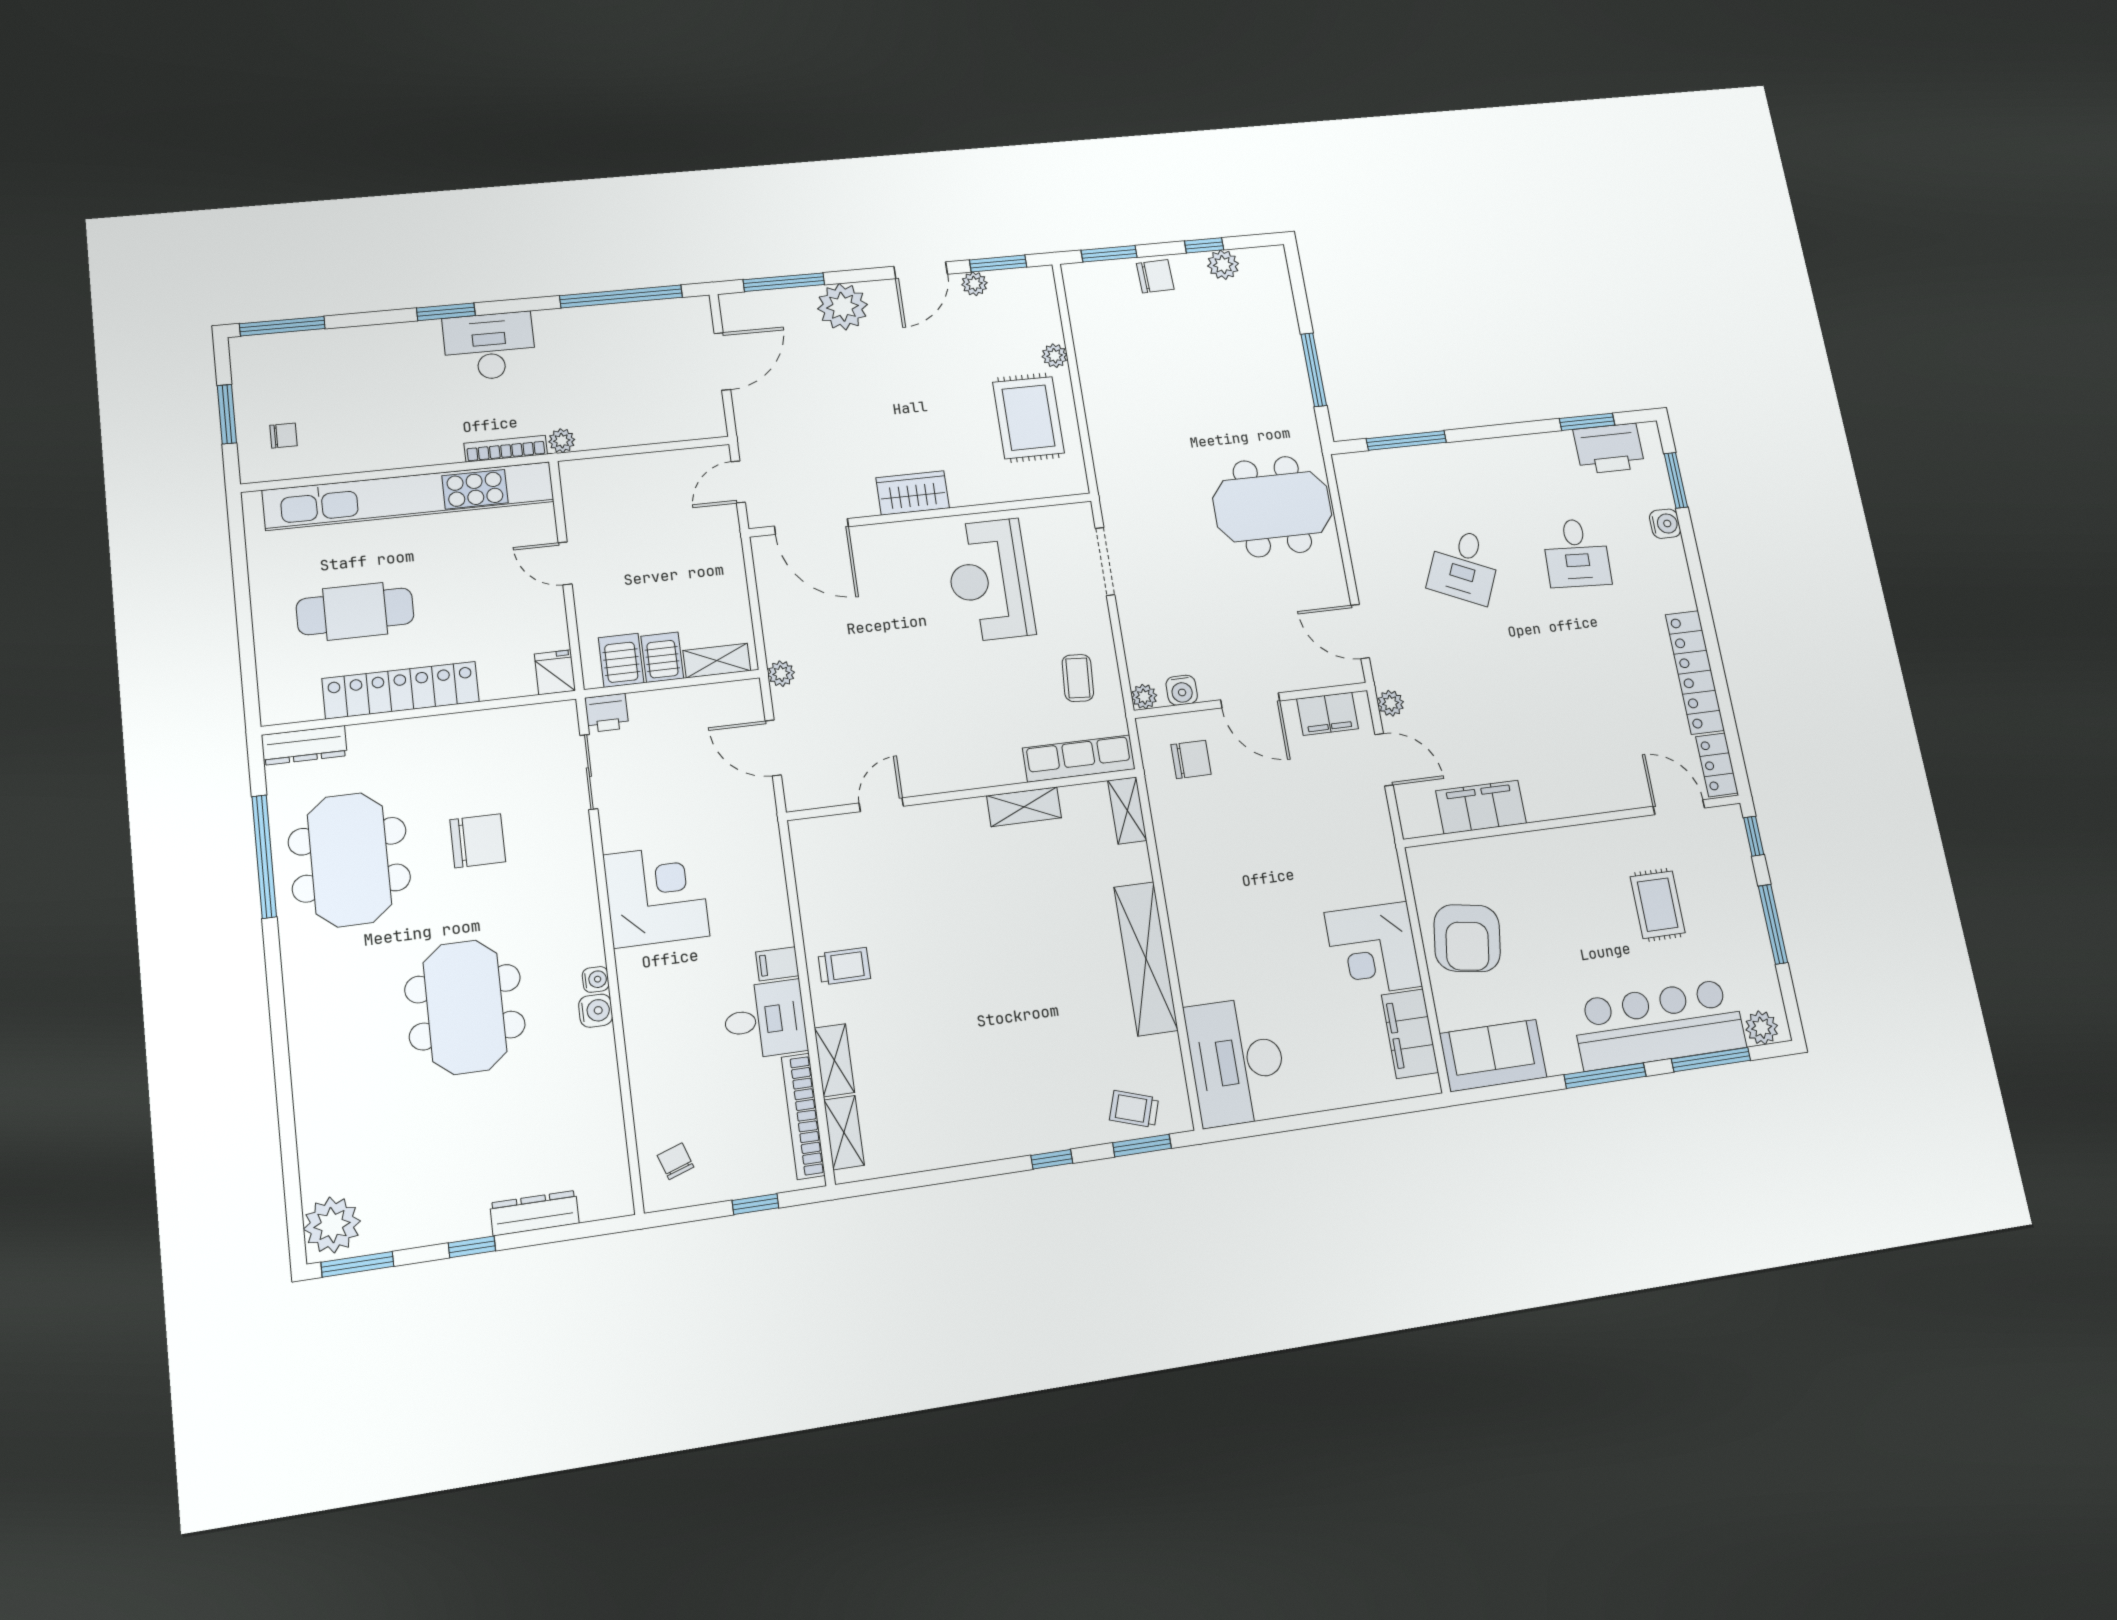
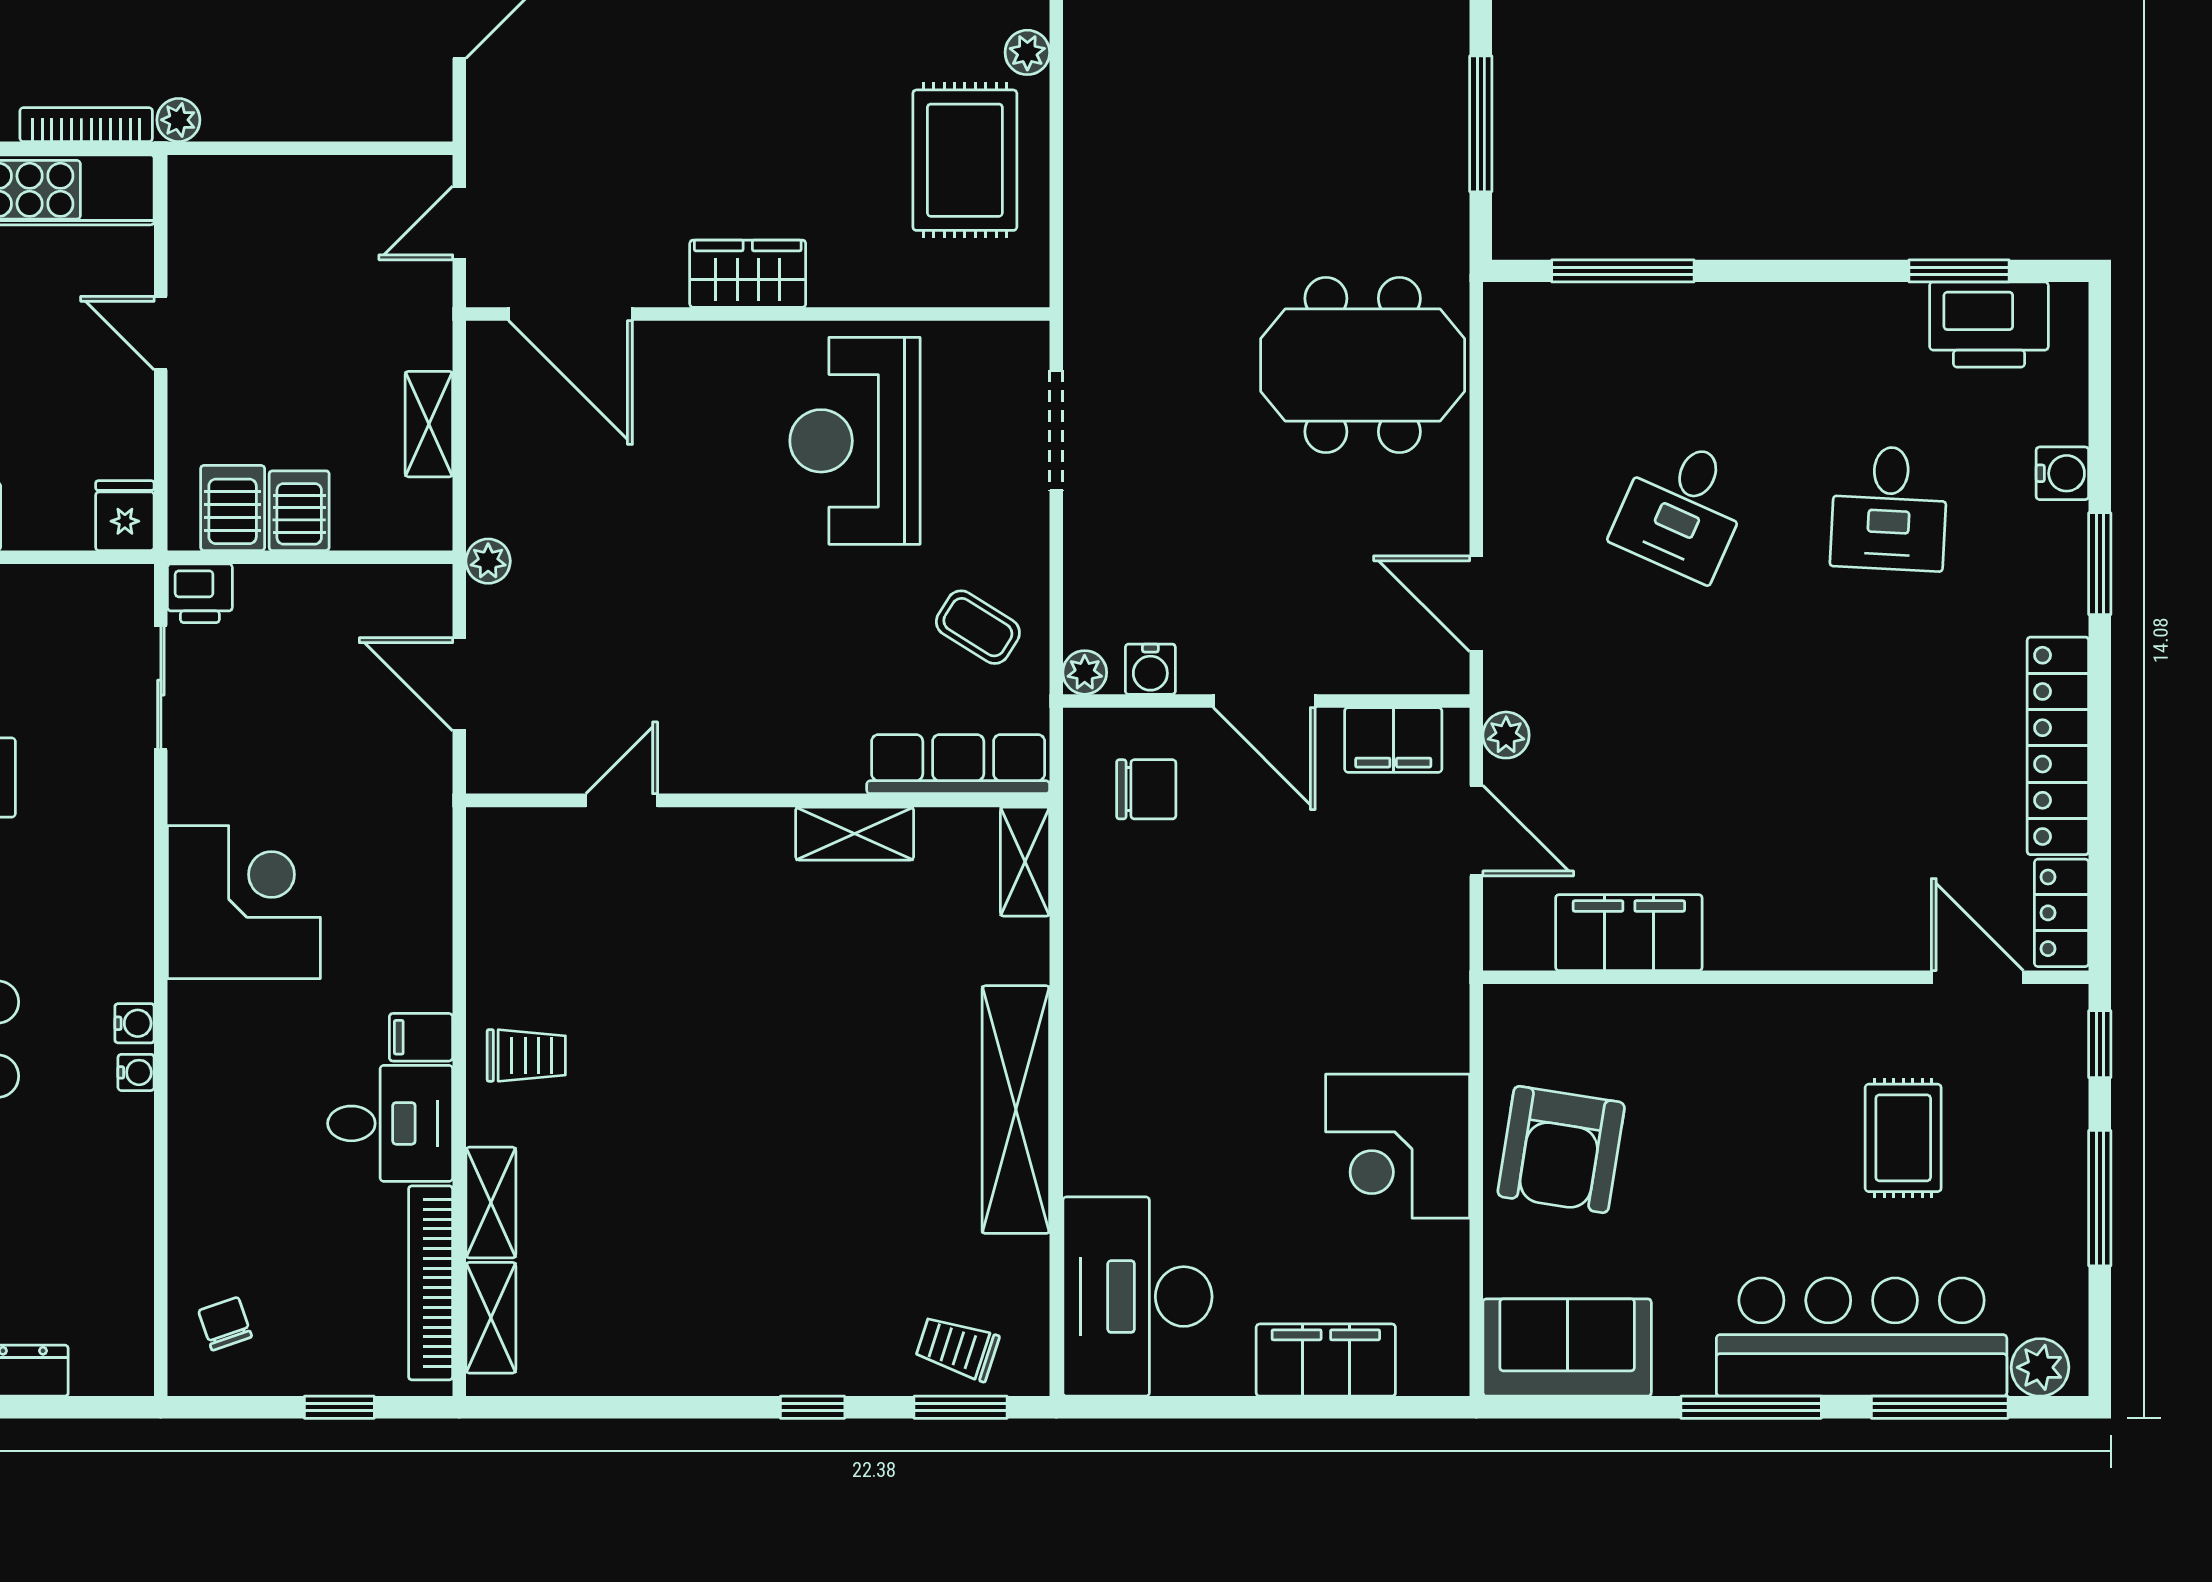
window: (1676, 480) -> (2100, 564), moved
shelving: (717, 661) -> (429, 424), moved, turned 90
coffee table: (1078, 678) -> (978, 627), turned -62
water cooler: (596, 1011) -> (136, 1072), width x0.72, depth x0.72
filing cabinet: (1410, 1034) -> (1326, 1360), moved, turned 90

